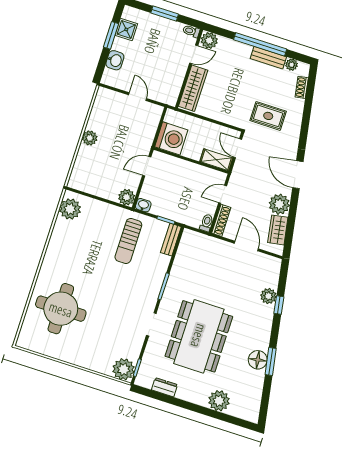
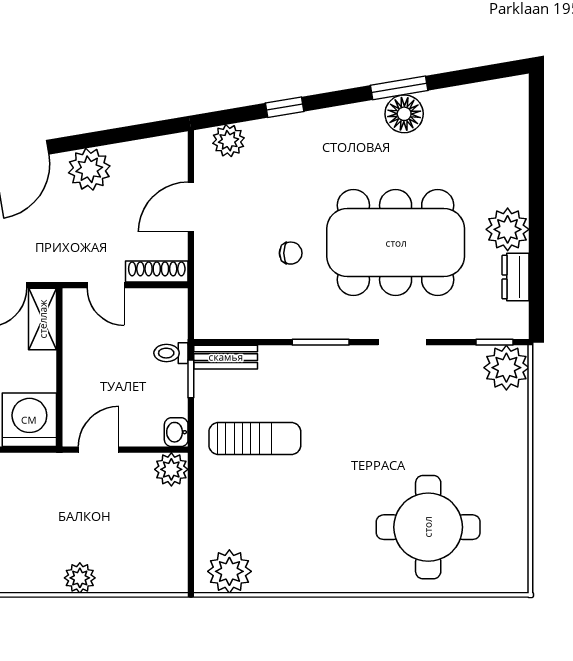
door: (147, 166) -> (99, 450), swing flipped
toilet: (206, 223) -> (171, 353), moved
wardrobe: (278, 230) -> (140, 156), removed
chair: (210, 286) -> (291, 253), added
plant: (268, 296) -> (228, 141), moved
plant: (219, 401) -> (508, 229), moved

